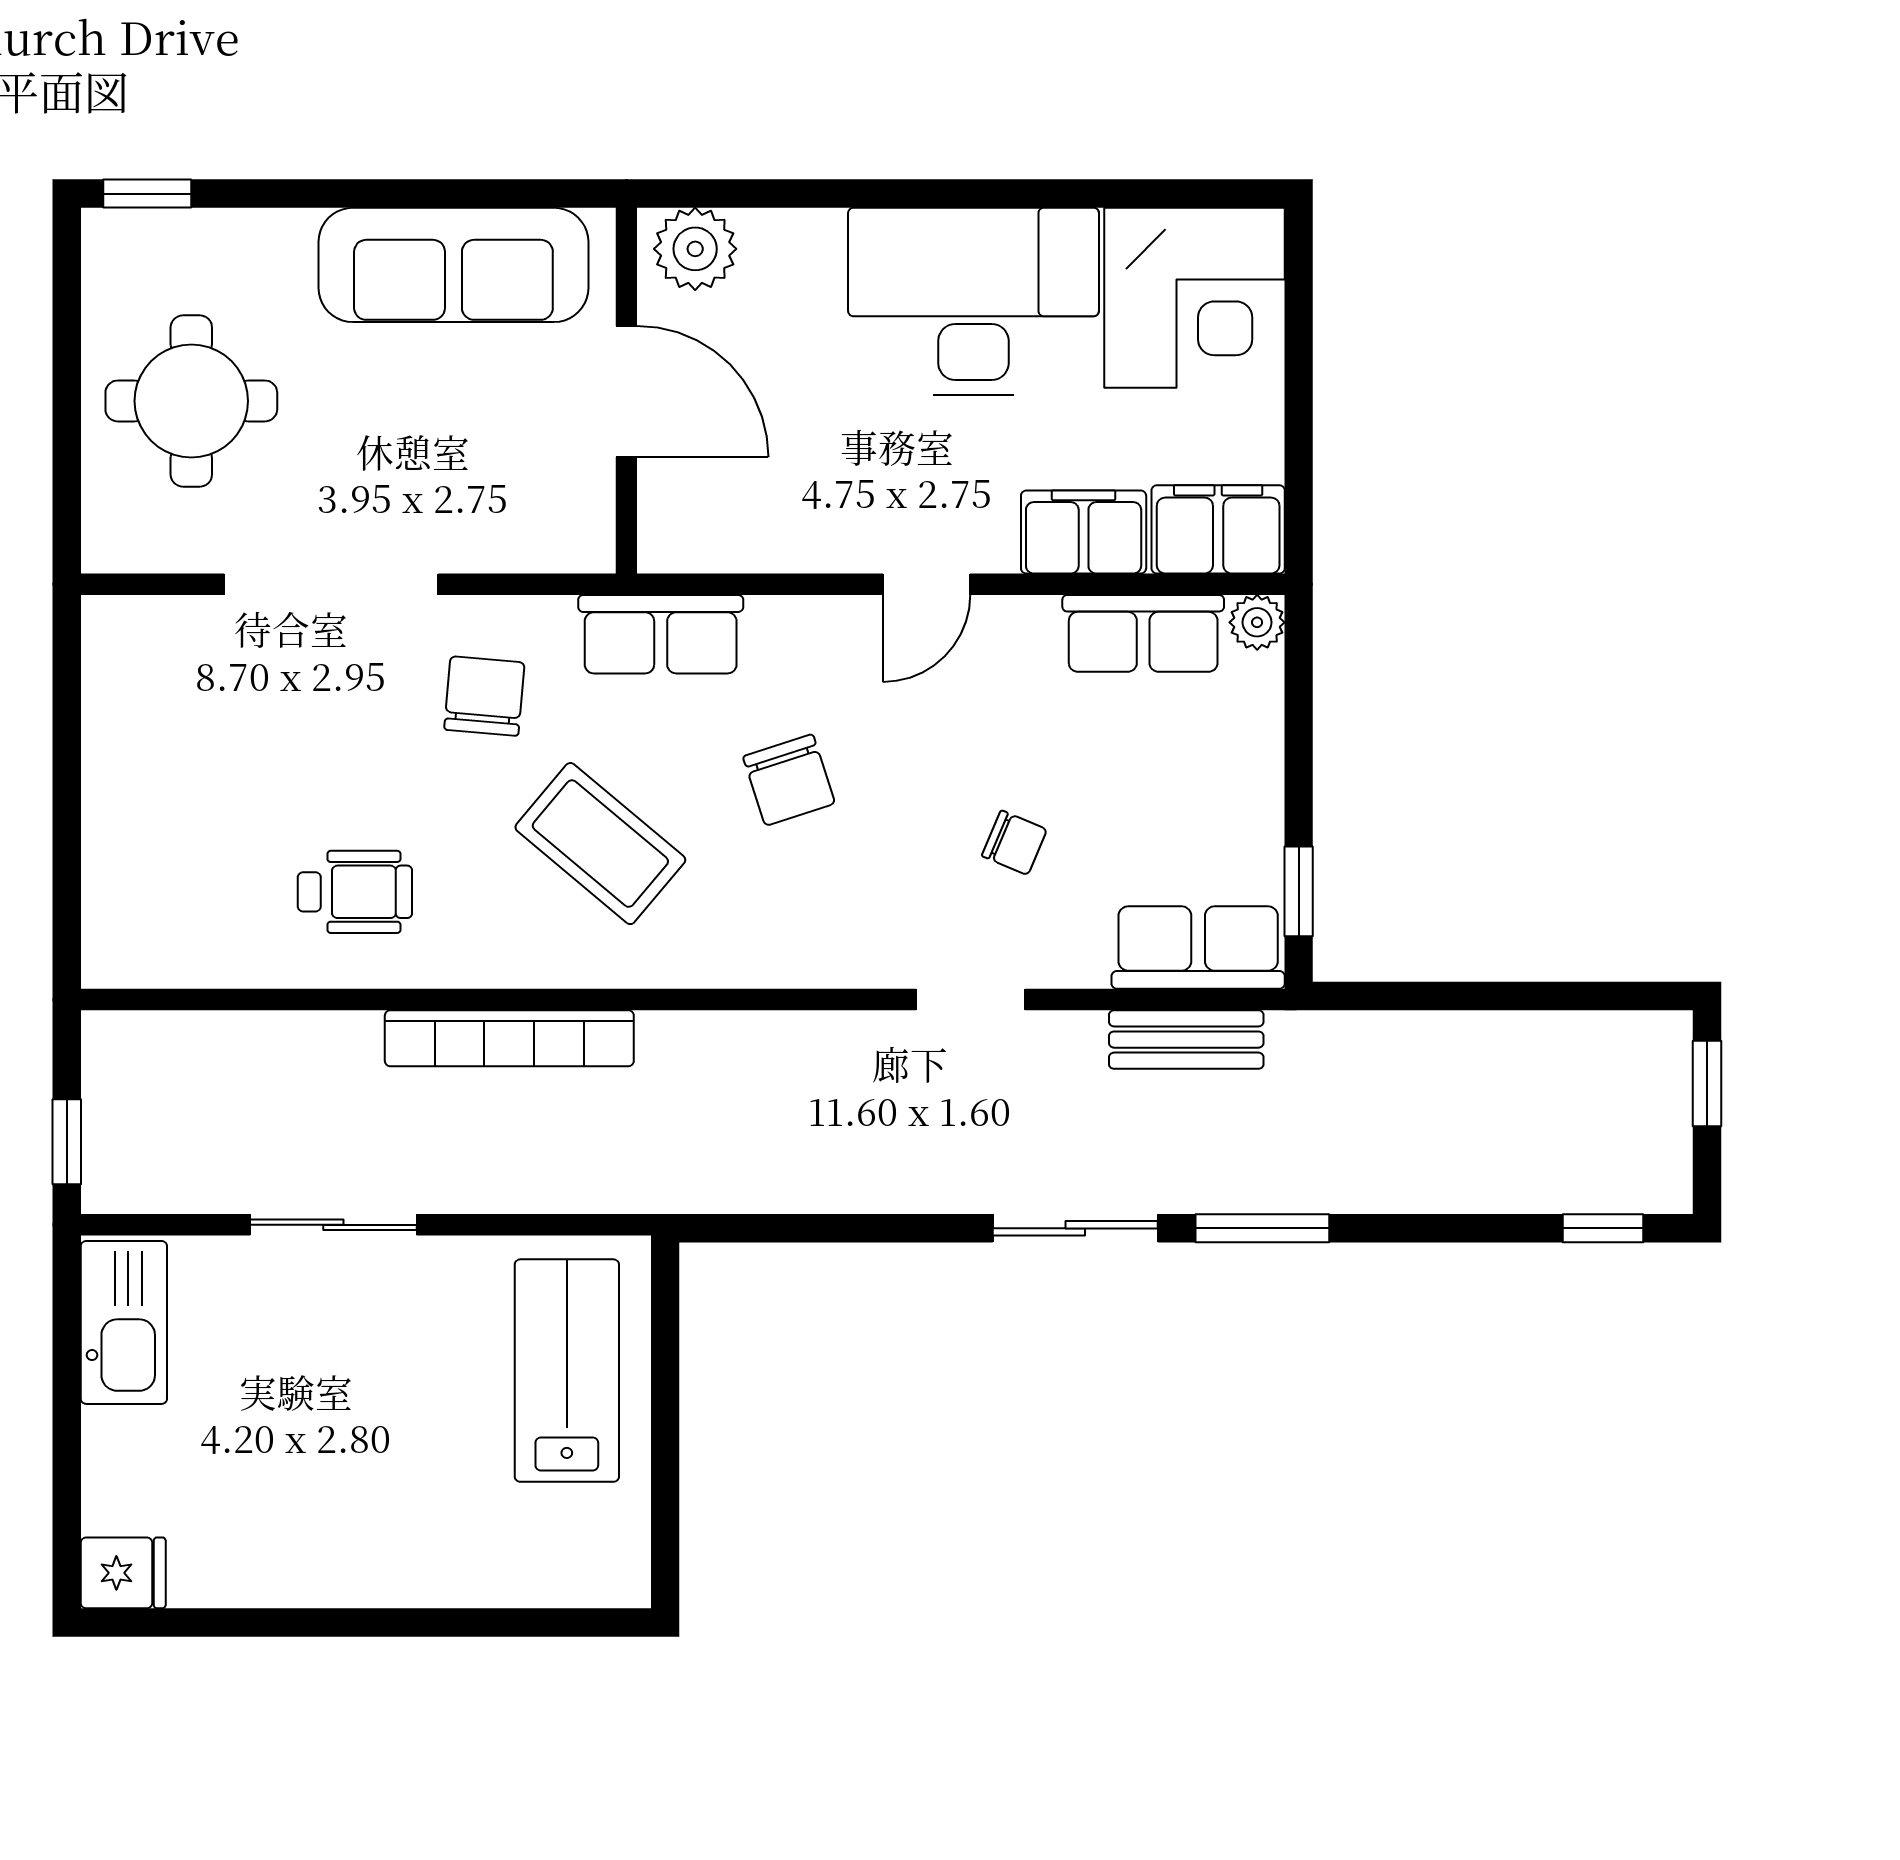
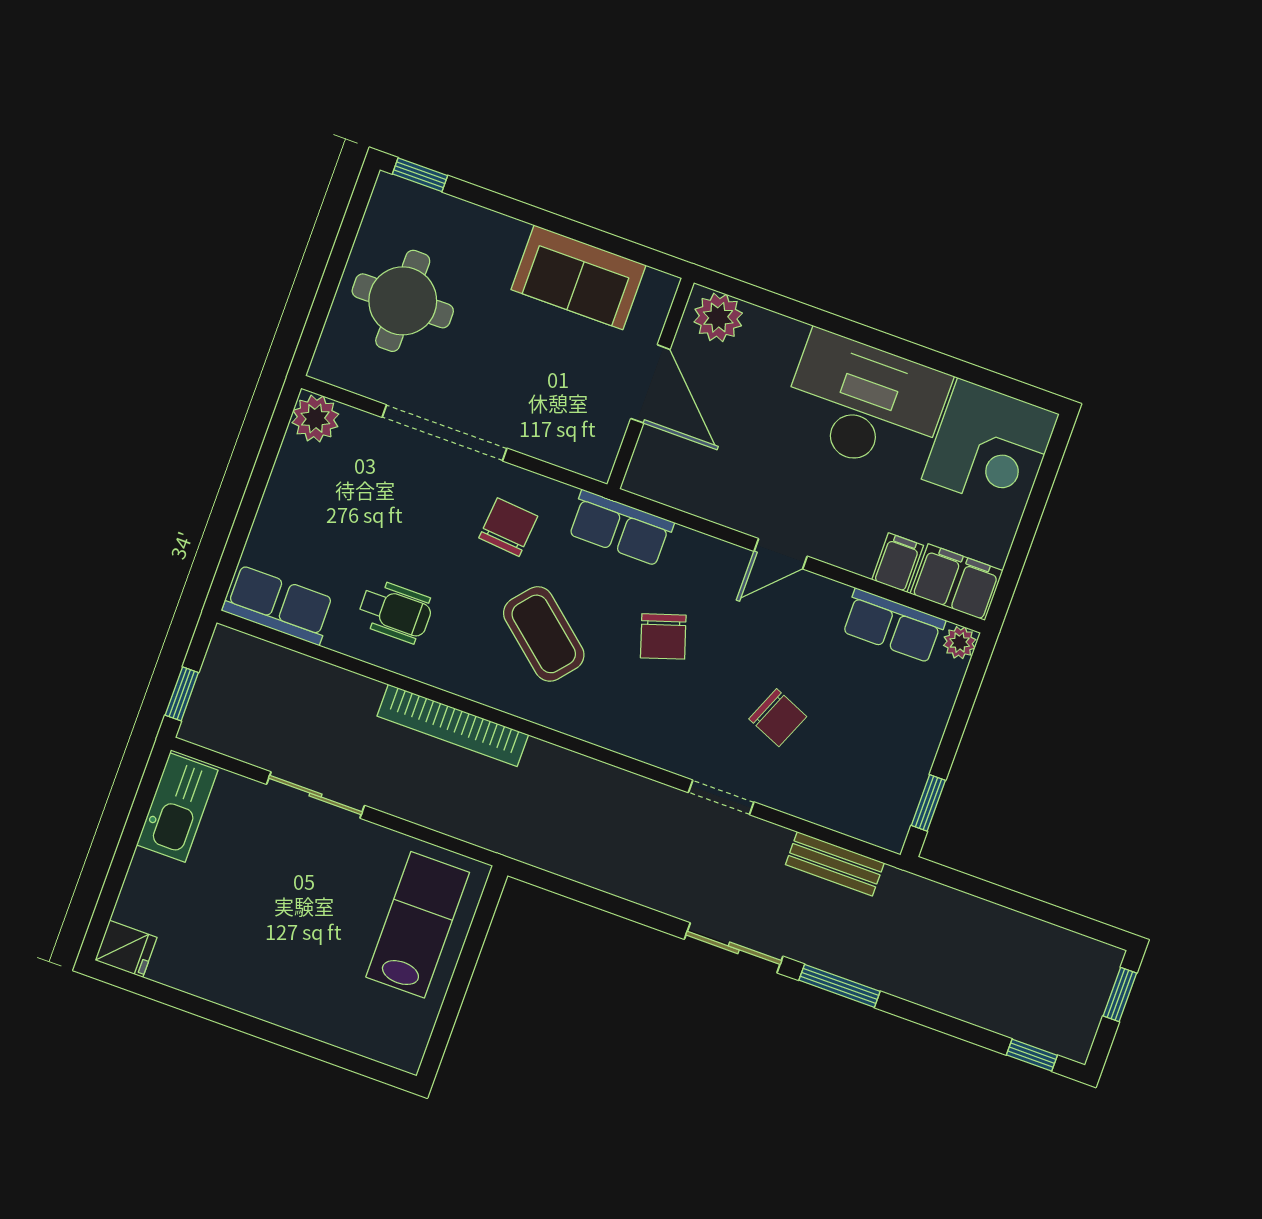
sofa: (453, 265) -> (578, 277), width x0.73
filing cabinet: (1084, 532) -> (898, 563), width x0.50
plant: (121, 635) -> (315, 418), added
chair: (1014, 843) -> (778, 718), width x1.37, depth x1.37
row of seats: (1198, 948) -> (279, 605), moved

